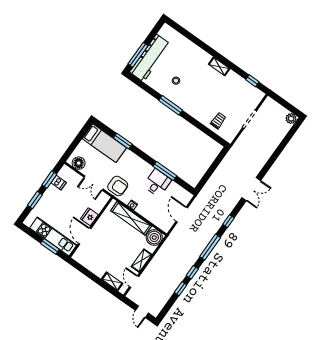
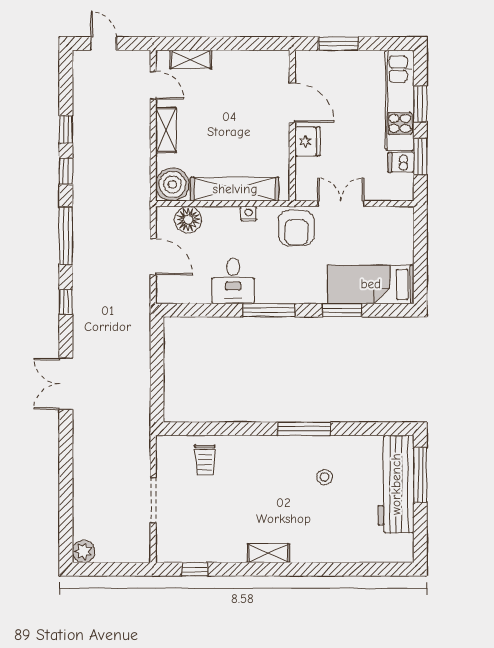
floor lamp: (79, 163) -> (188, 220), moved
window: (165, 171) -> (269, 310), moved
armchair: (118, 186) -> (296, 228), turned -90
kitchen unit: (53, 236) -> (400, 100), moved, turned 90

